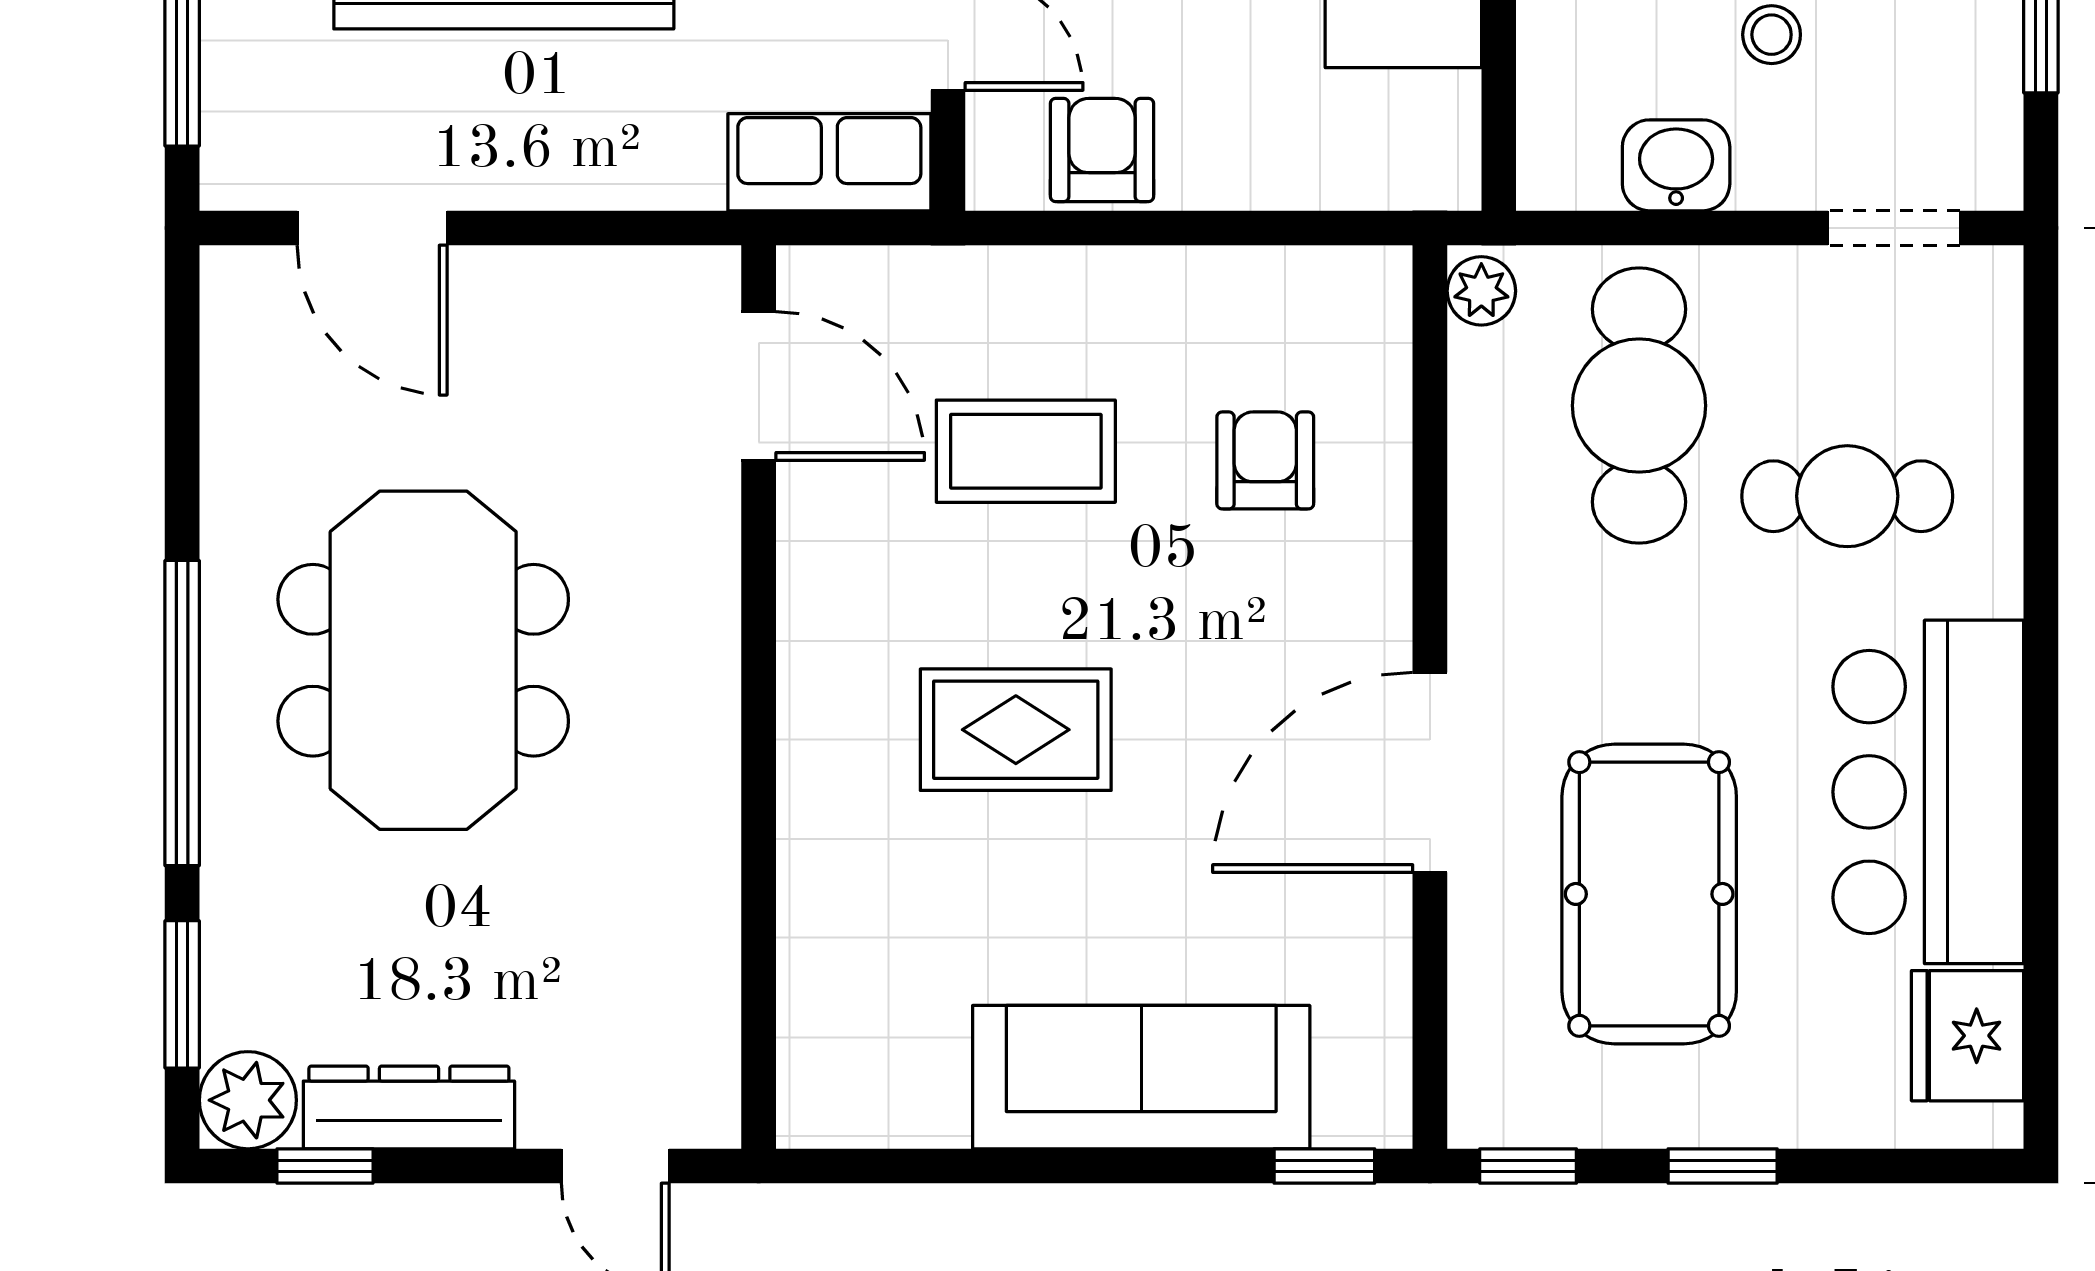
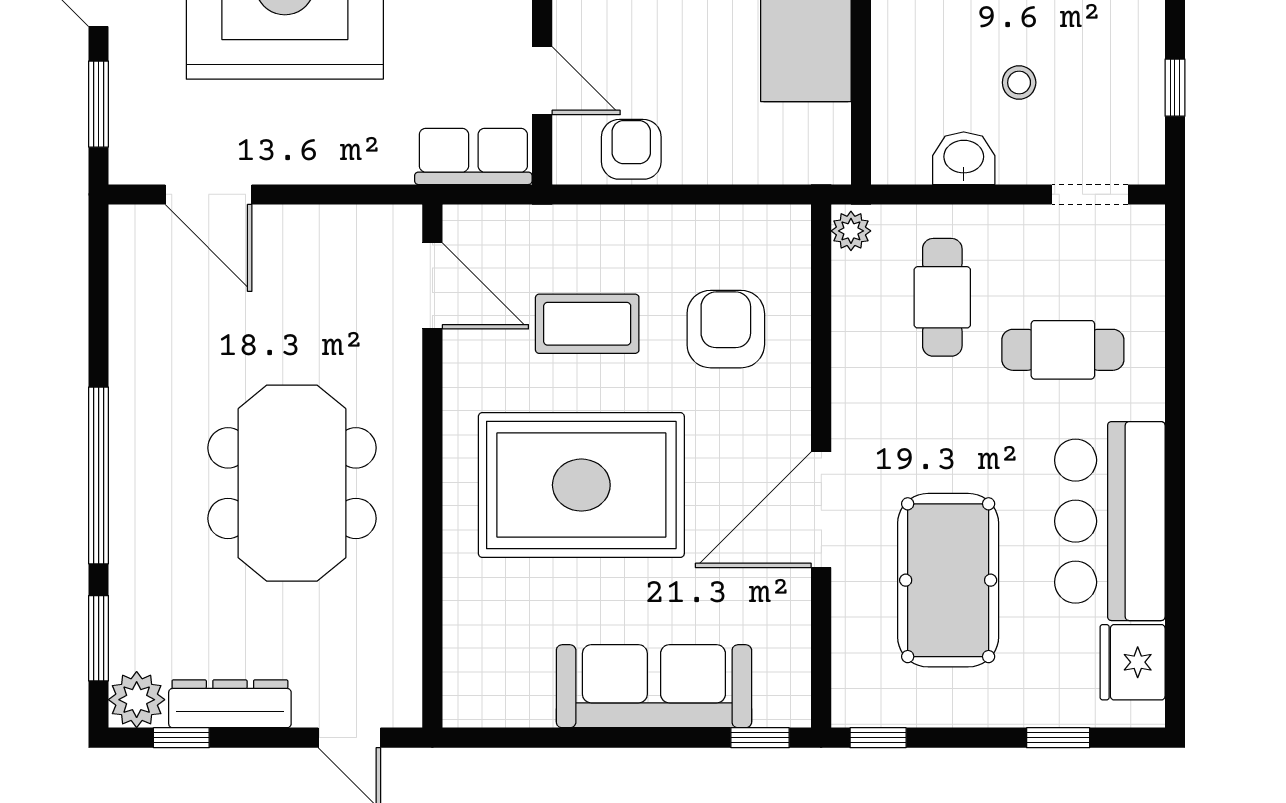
cafe table: (1639, 406) -> (942, 297), width x0.73, depth x0.74
armchair: (1265, 460) -> (726, 329), width x1.38, depth x1.38
meeting table: (423, 660) -> (292, 483), moved
rug: (1016, 730) -> (581, 485), width x1.86, depth x2.06
window: (1723, 1166) -> (1058, 738), moved

